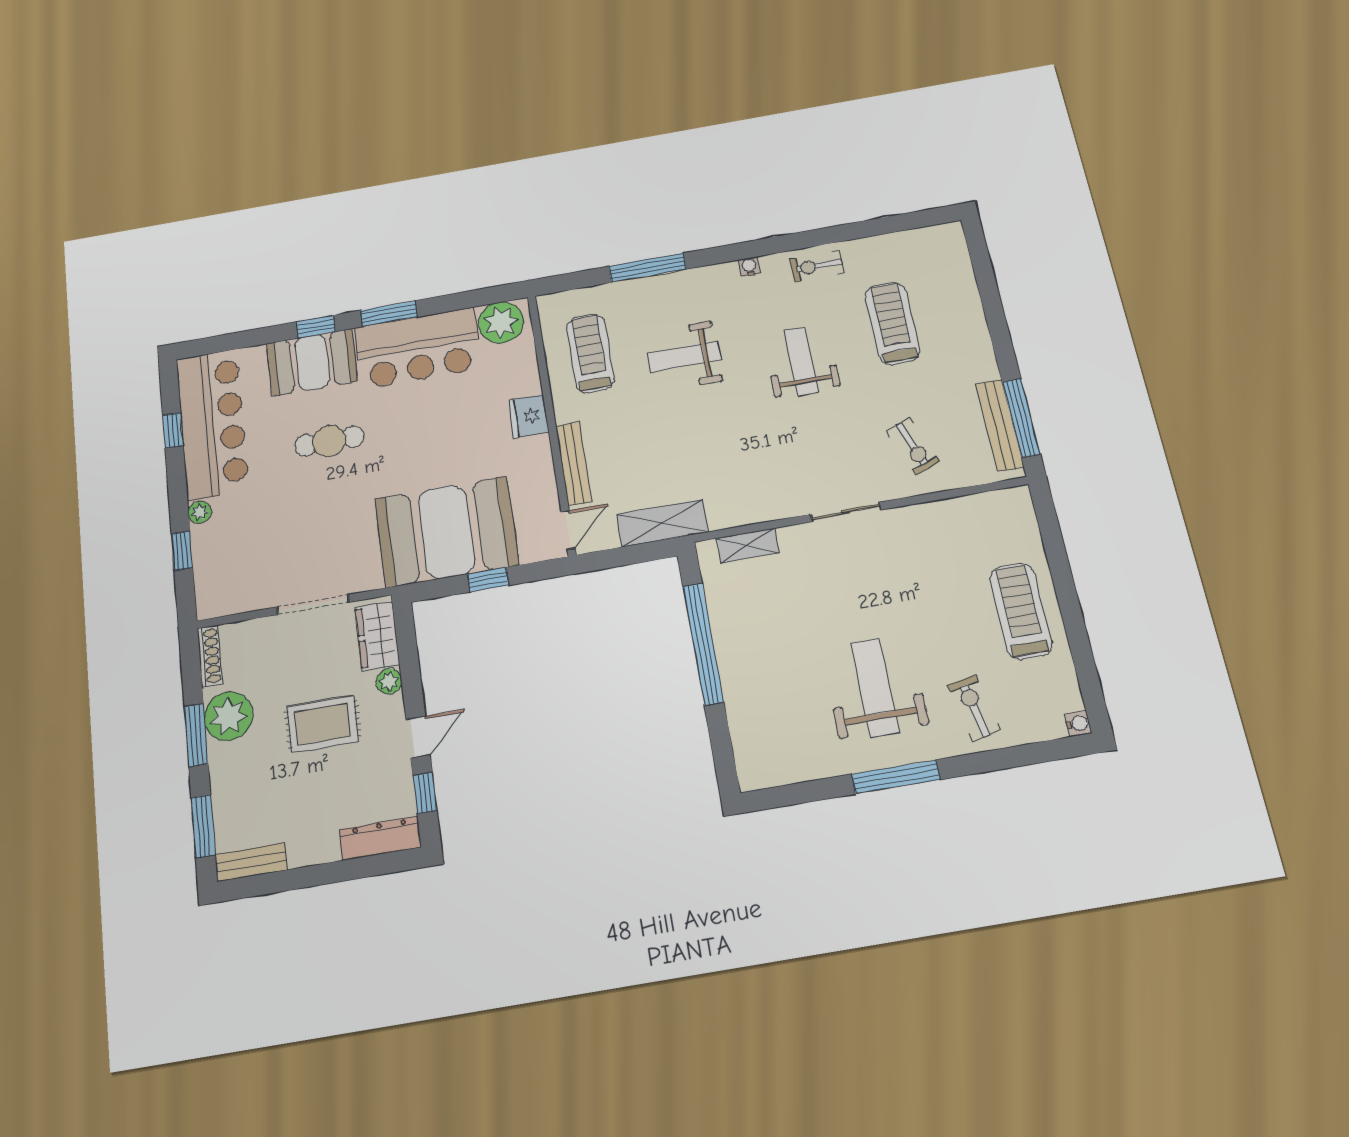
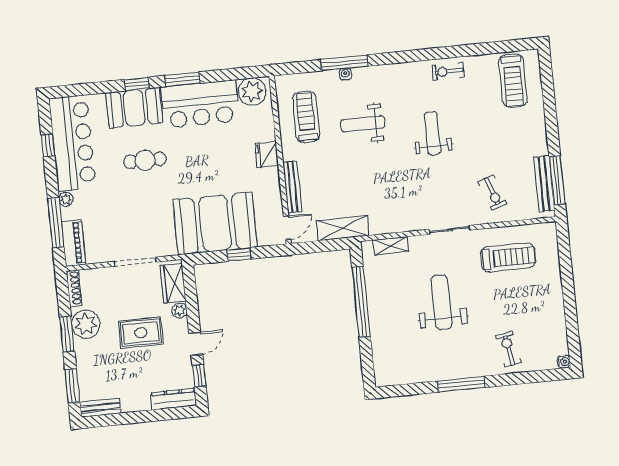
water cooler: (749, 267) -> (345, 74), moved
treadmill: (893, 323) -> (513, 80), moved, turned 180
window: (182, 551) -> (56, 223), width x2.17
piano: (211, 581) -> (74, 243), added
treadmill: (1021, 611) -> (508, 257), moved, turned 90
weight bench: (875, 688) -> (441, 302), moved

